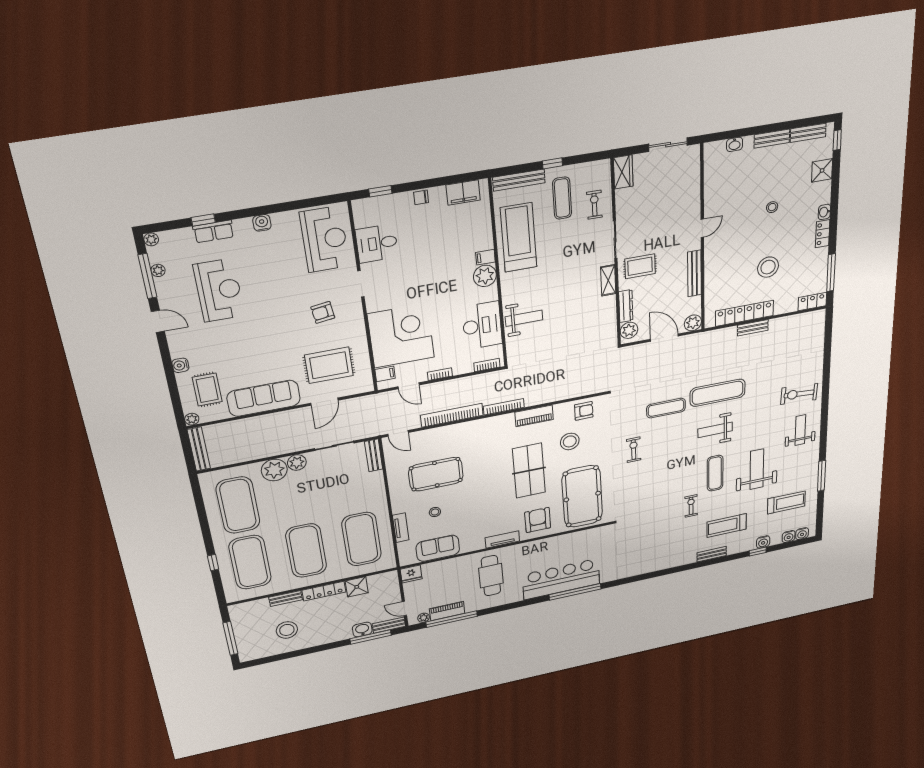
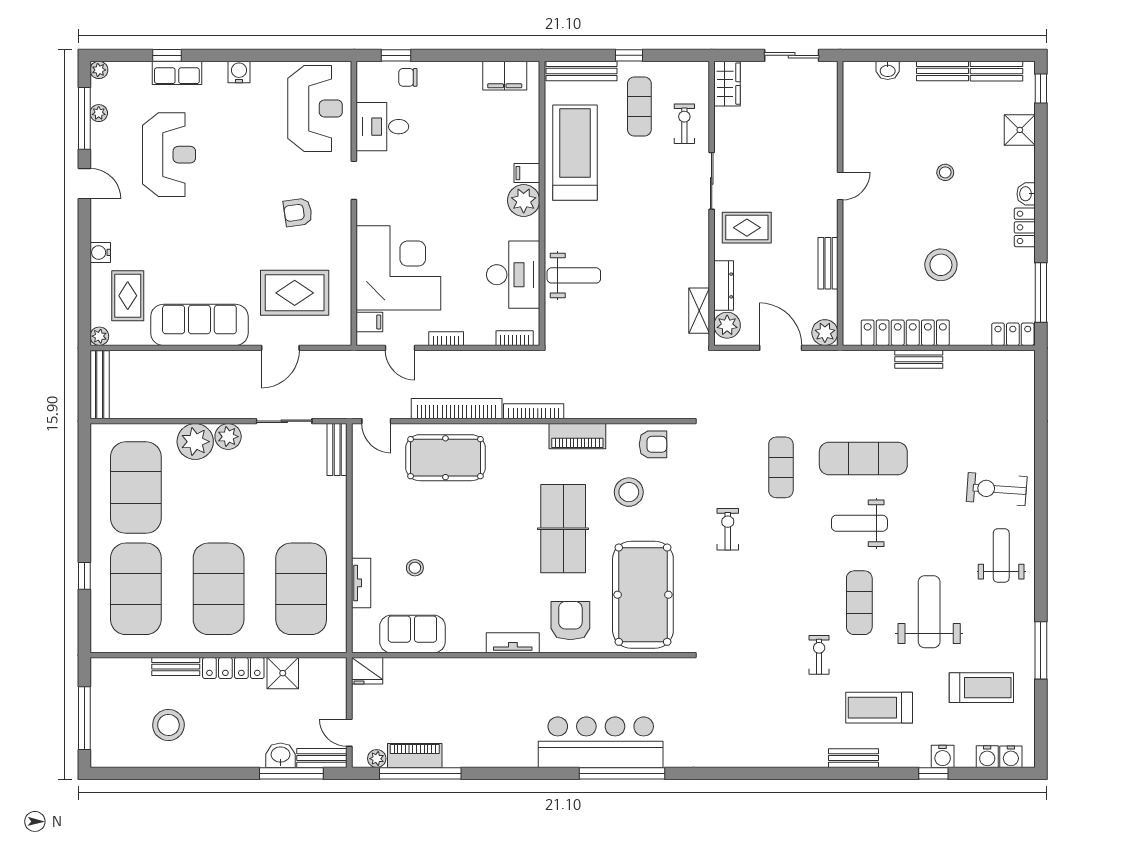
chair: (421, 197) -> (408, 77), moved
bench: (694, 273) -> (828, 263), width x0.73
shelving: (608, 280) -> (699, 311), moved
exercise mat: (666, 408) -> (781, 467), turned 90
pool table: (436, 474) -> (445, 458), moved
cafe table: (491, 576) -> (489, 706), removed

